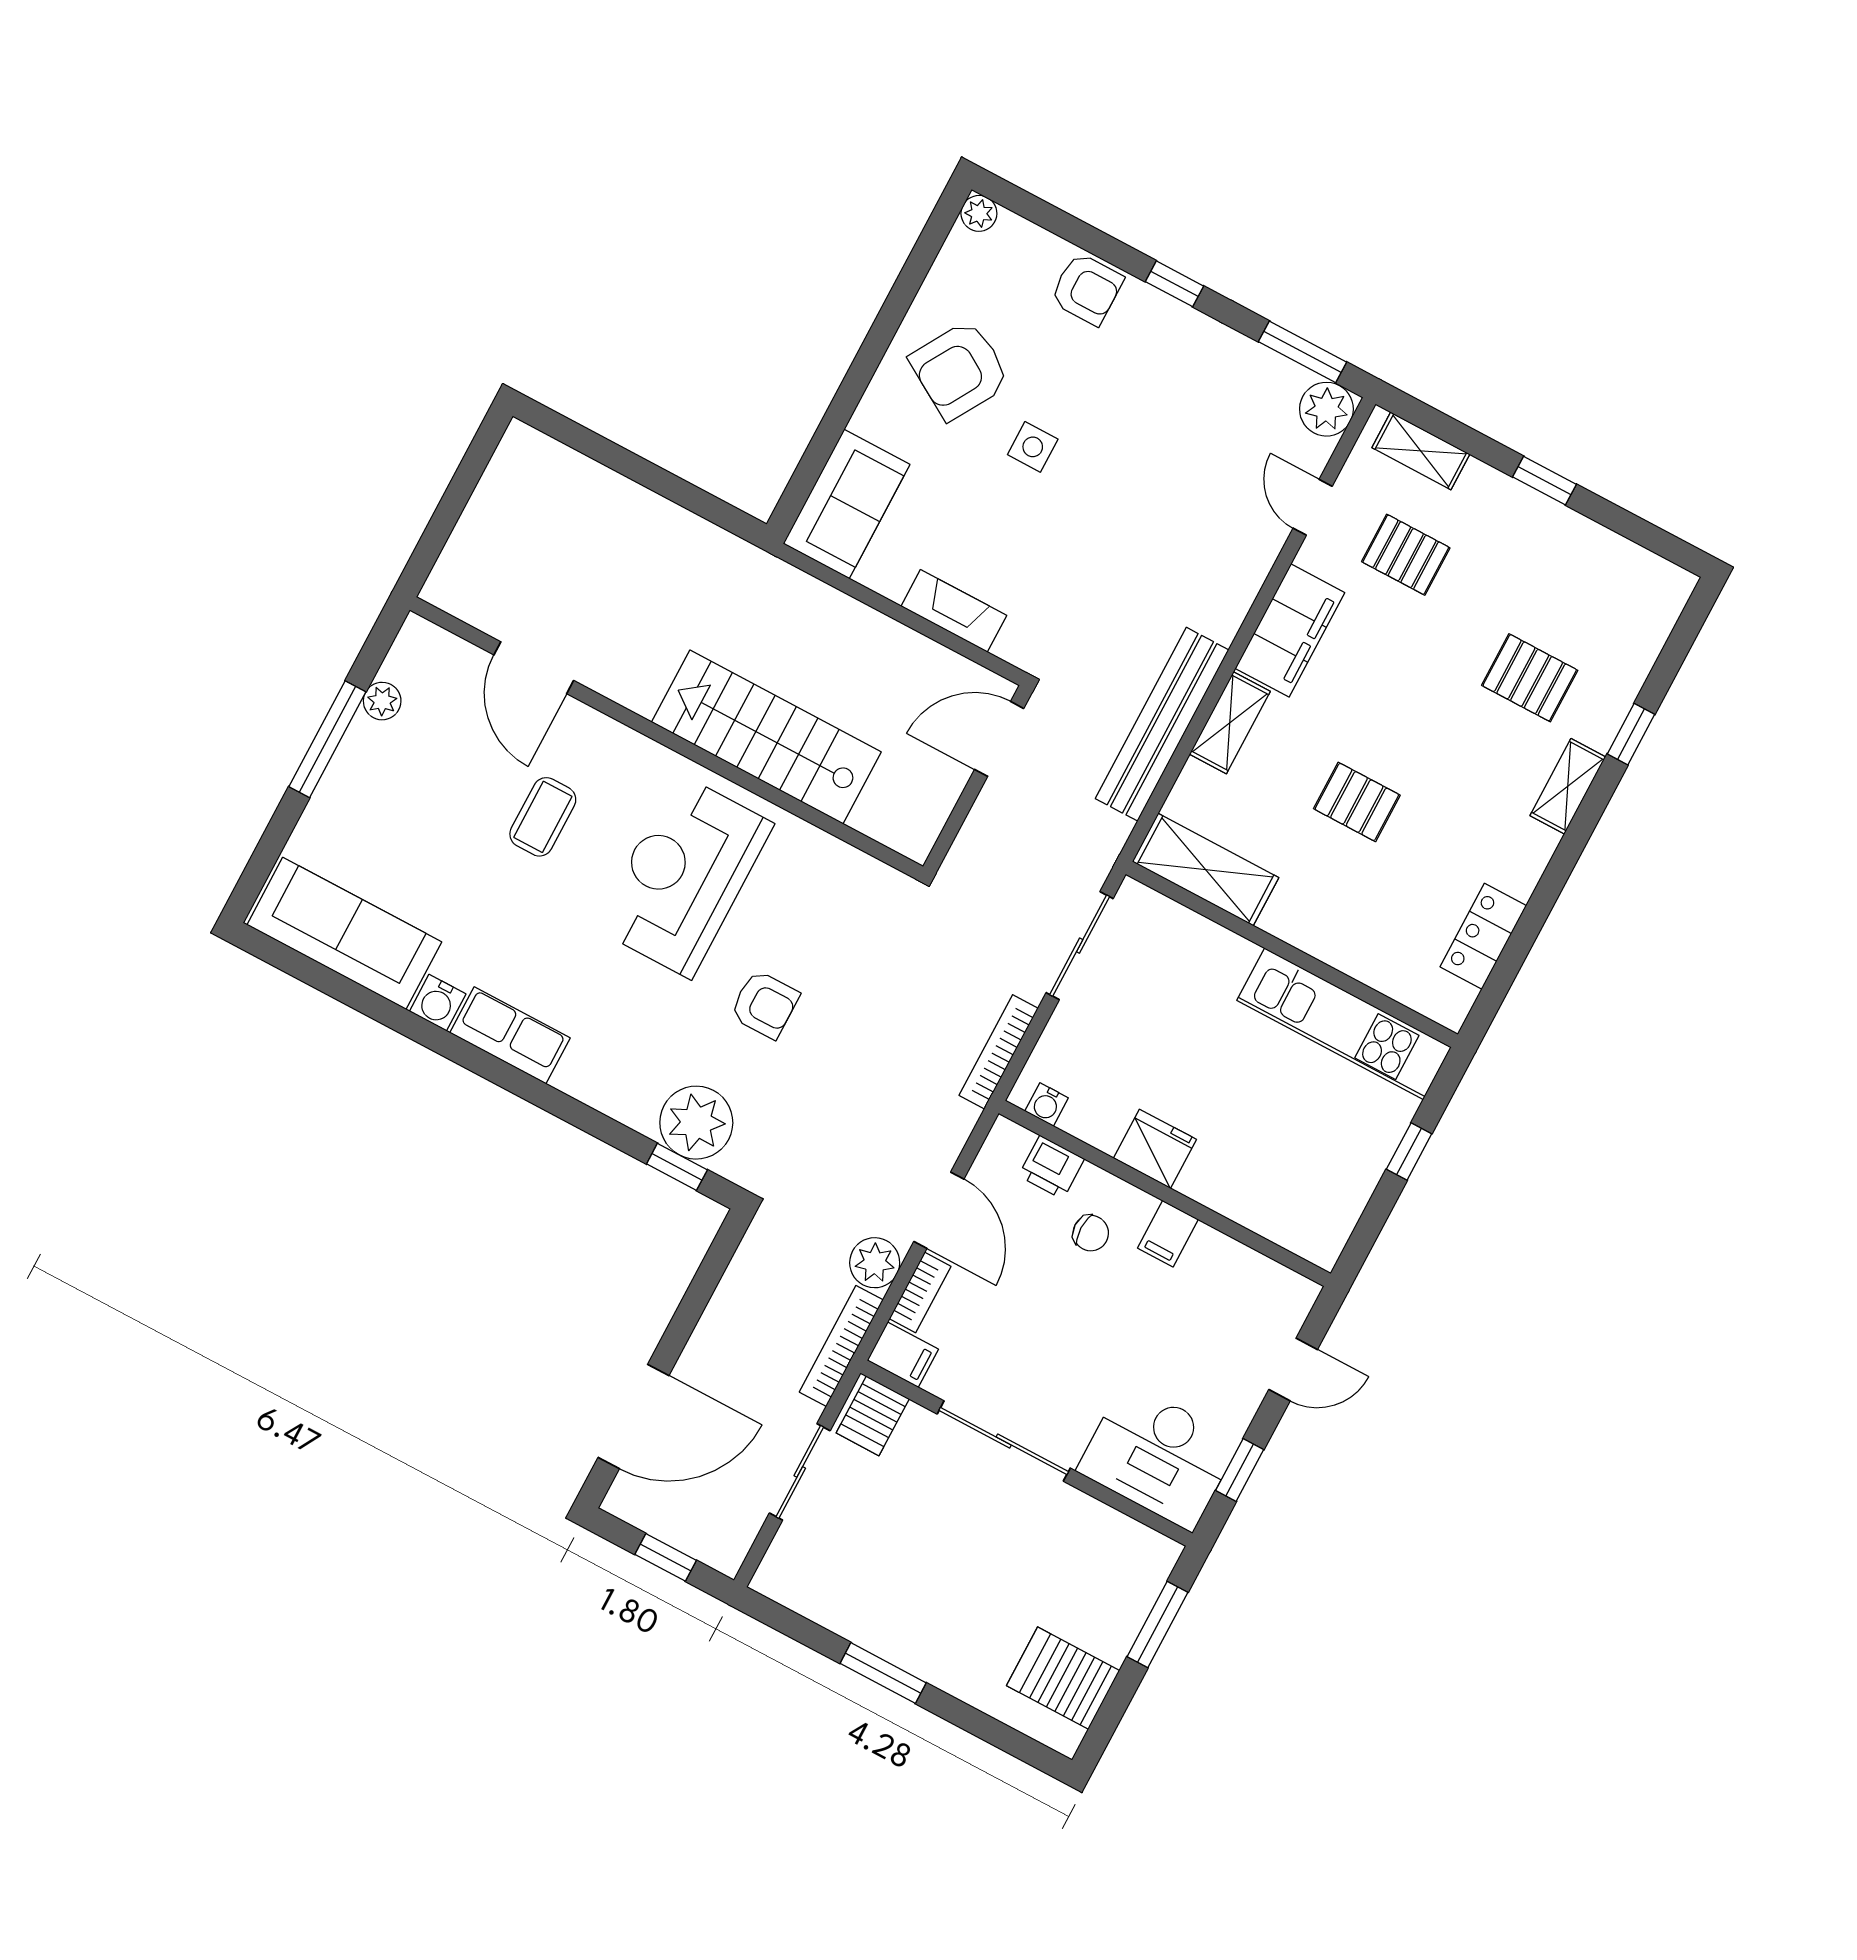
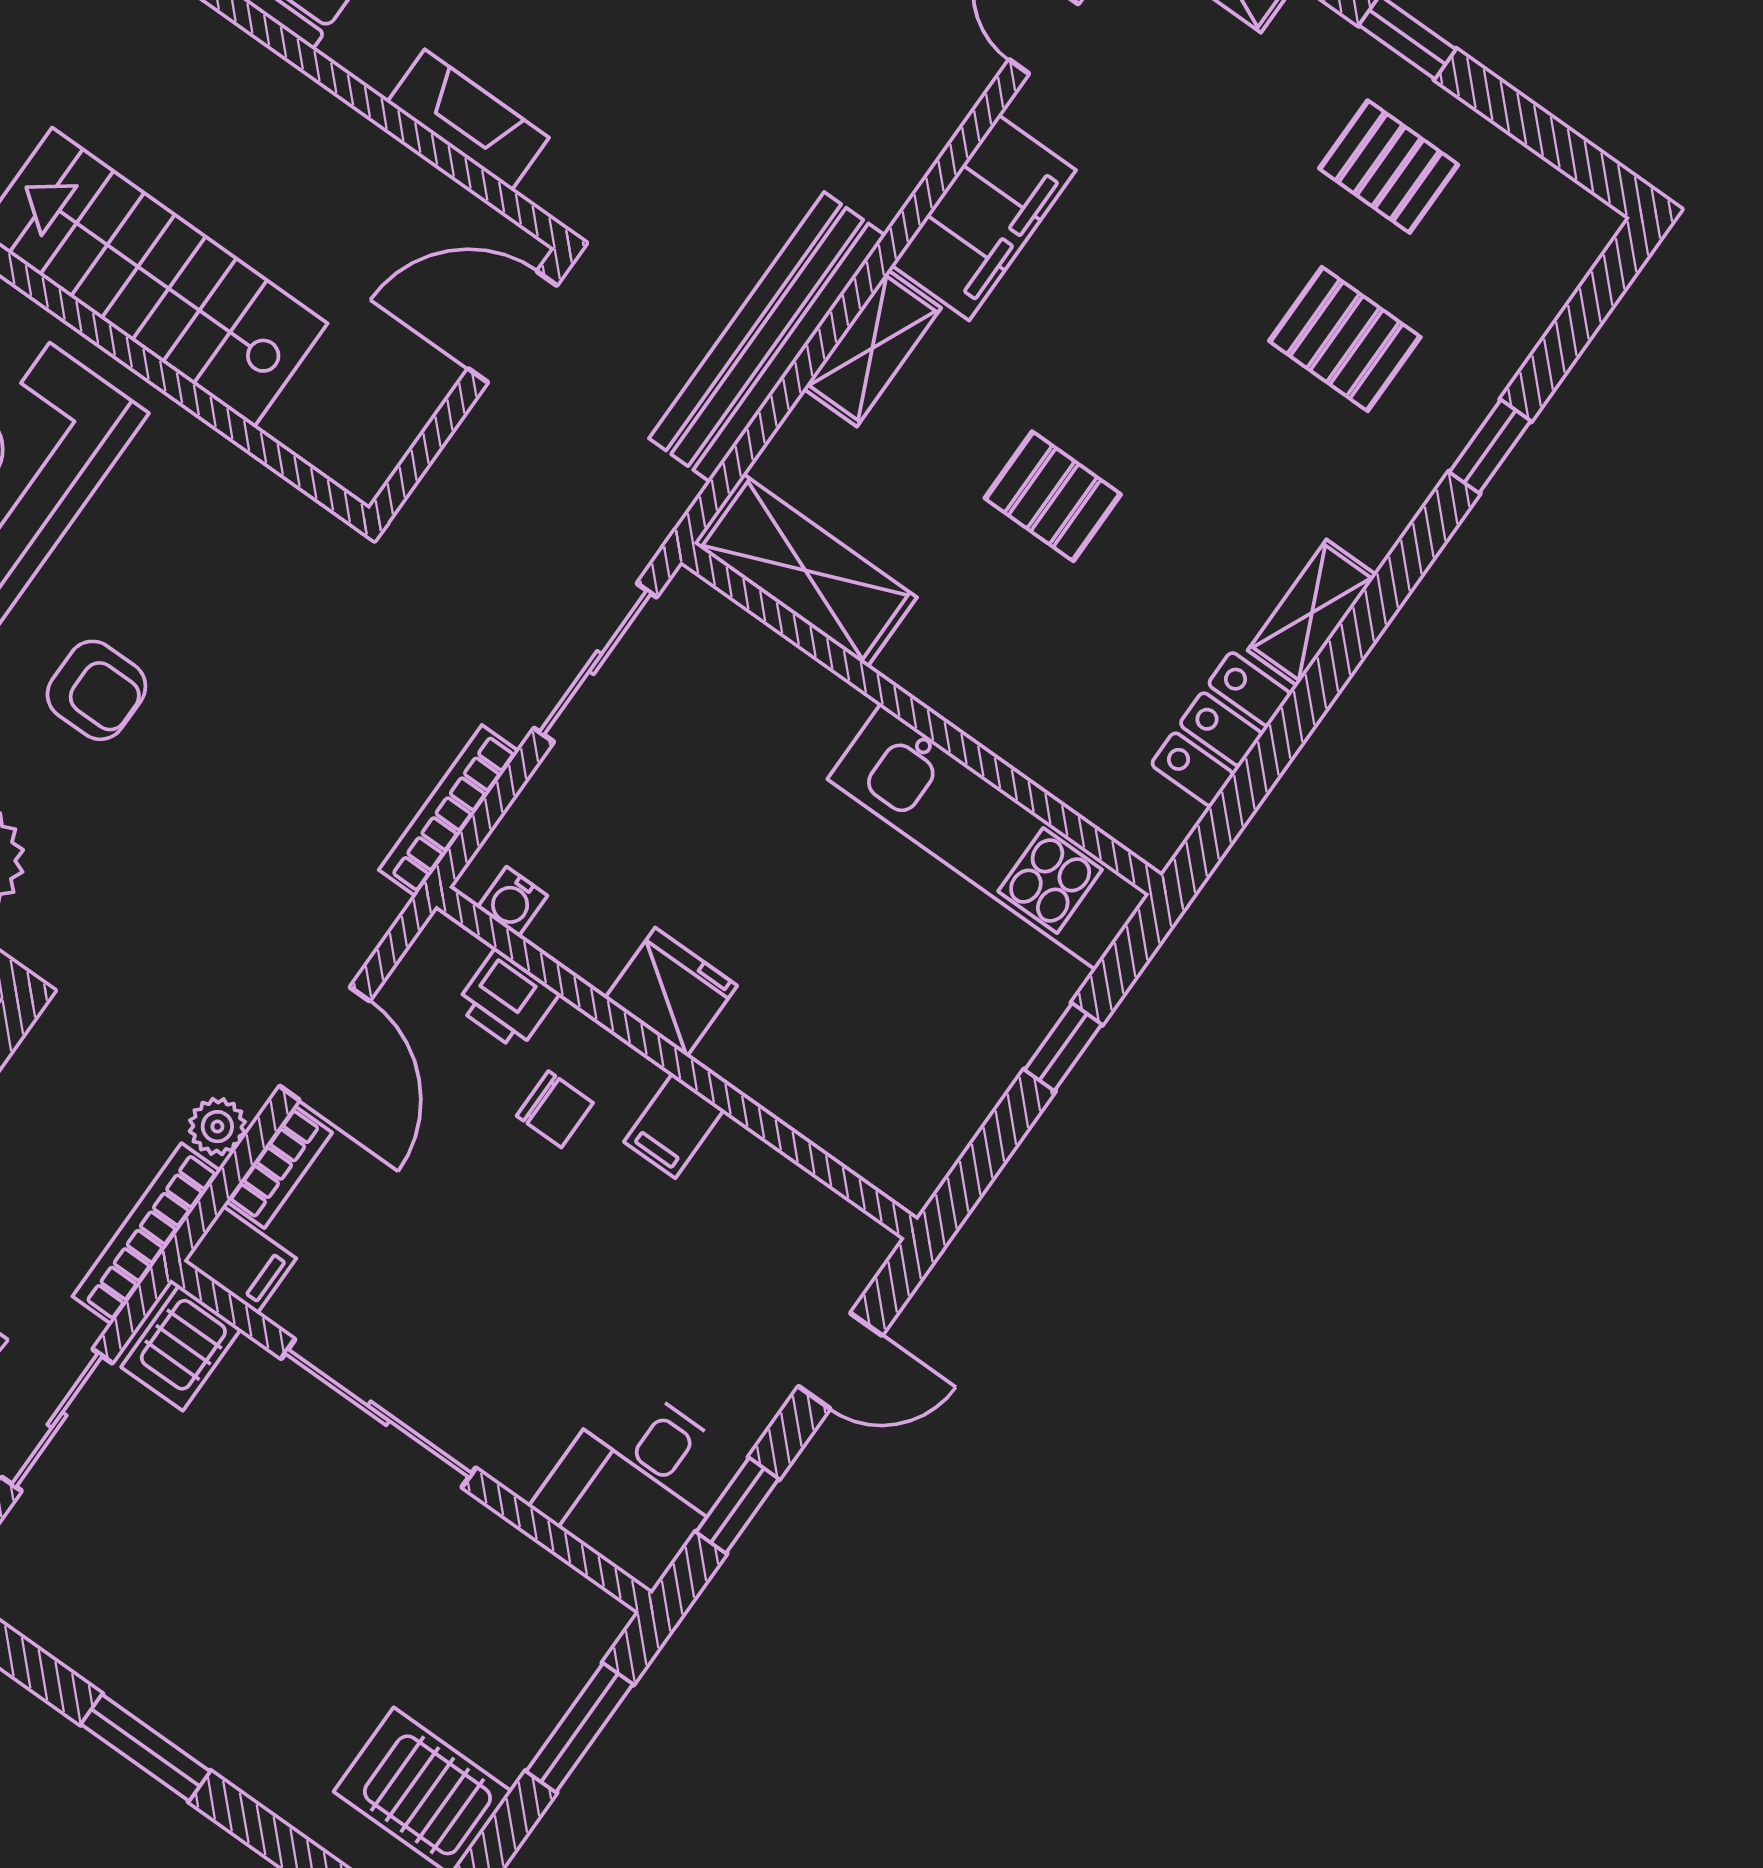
pallet: (1406, 555) -> (1389, 167), moved
shelving: (1568, 786) -> (1312, 613), moved
plant: (875, 1263) -> (217, 1127), width x0.73, depth x0.73
desk: (1158, 1456) -> (638, 1484), width x0.73

